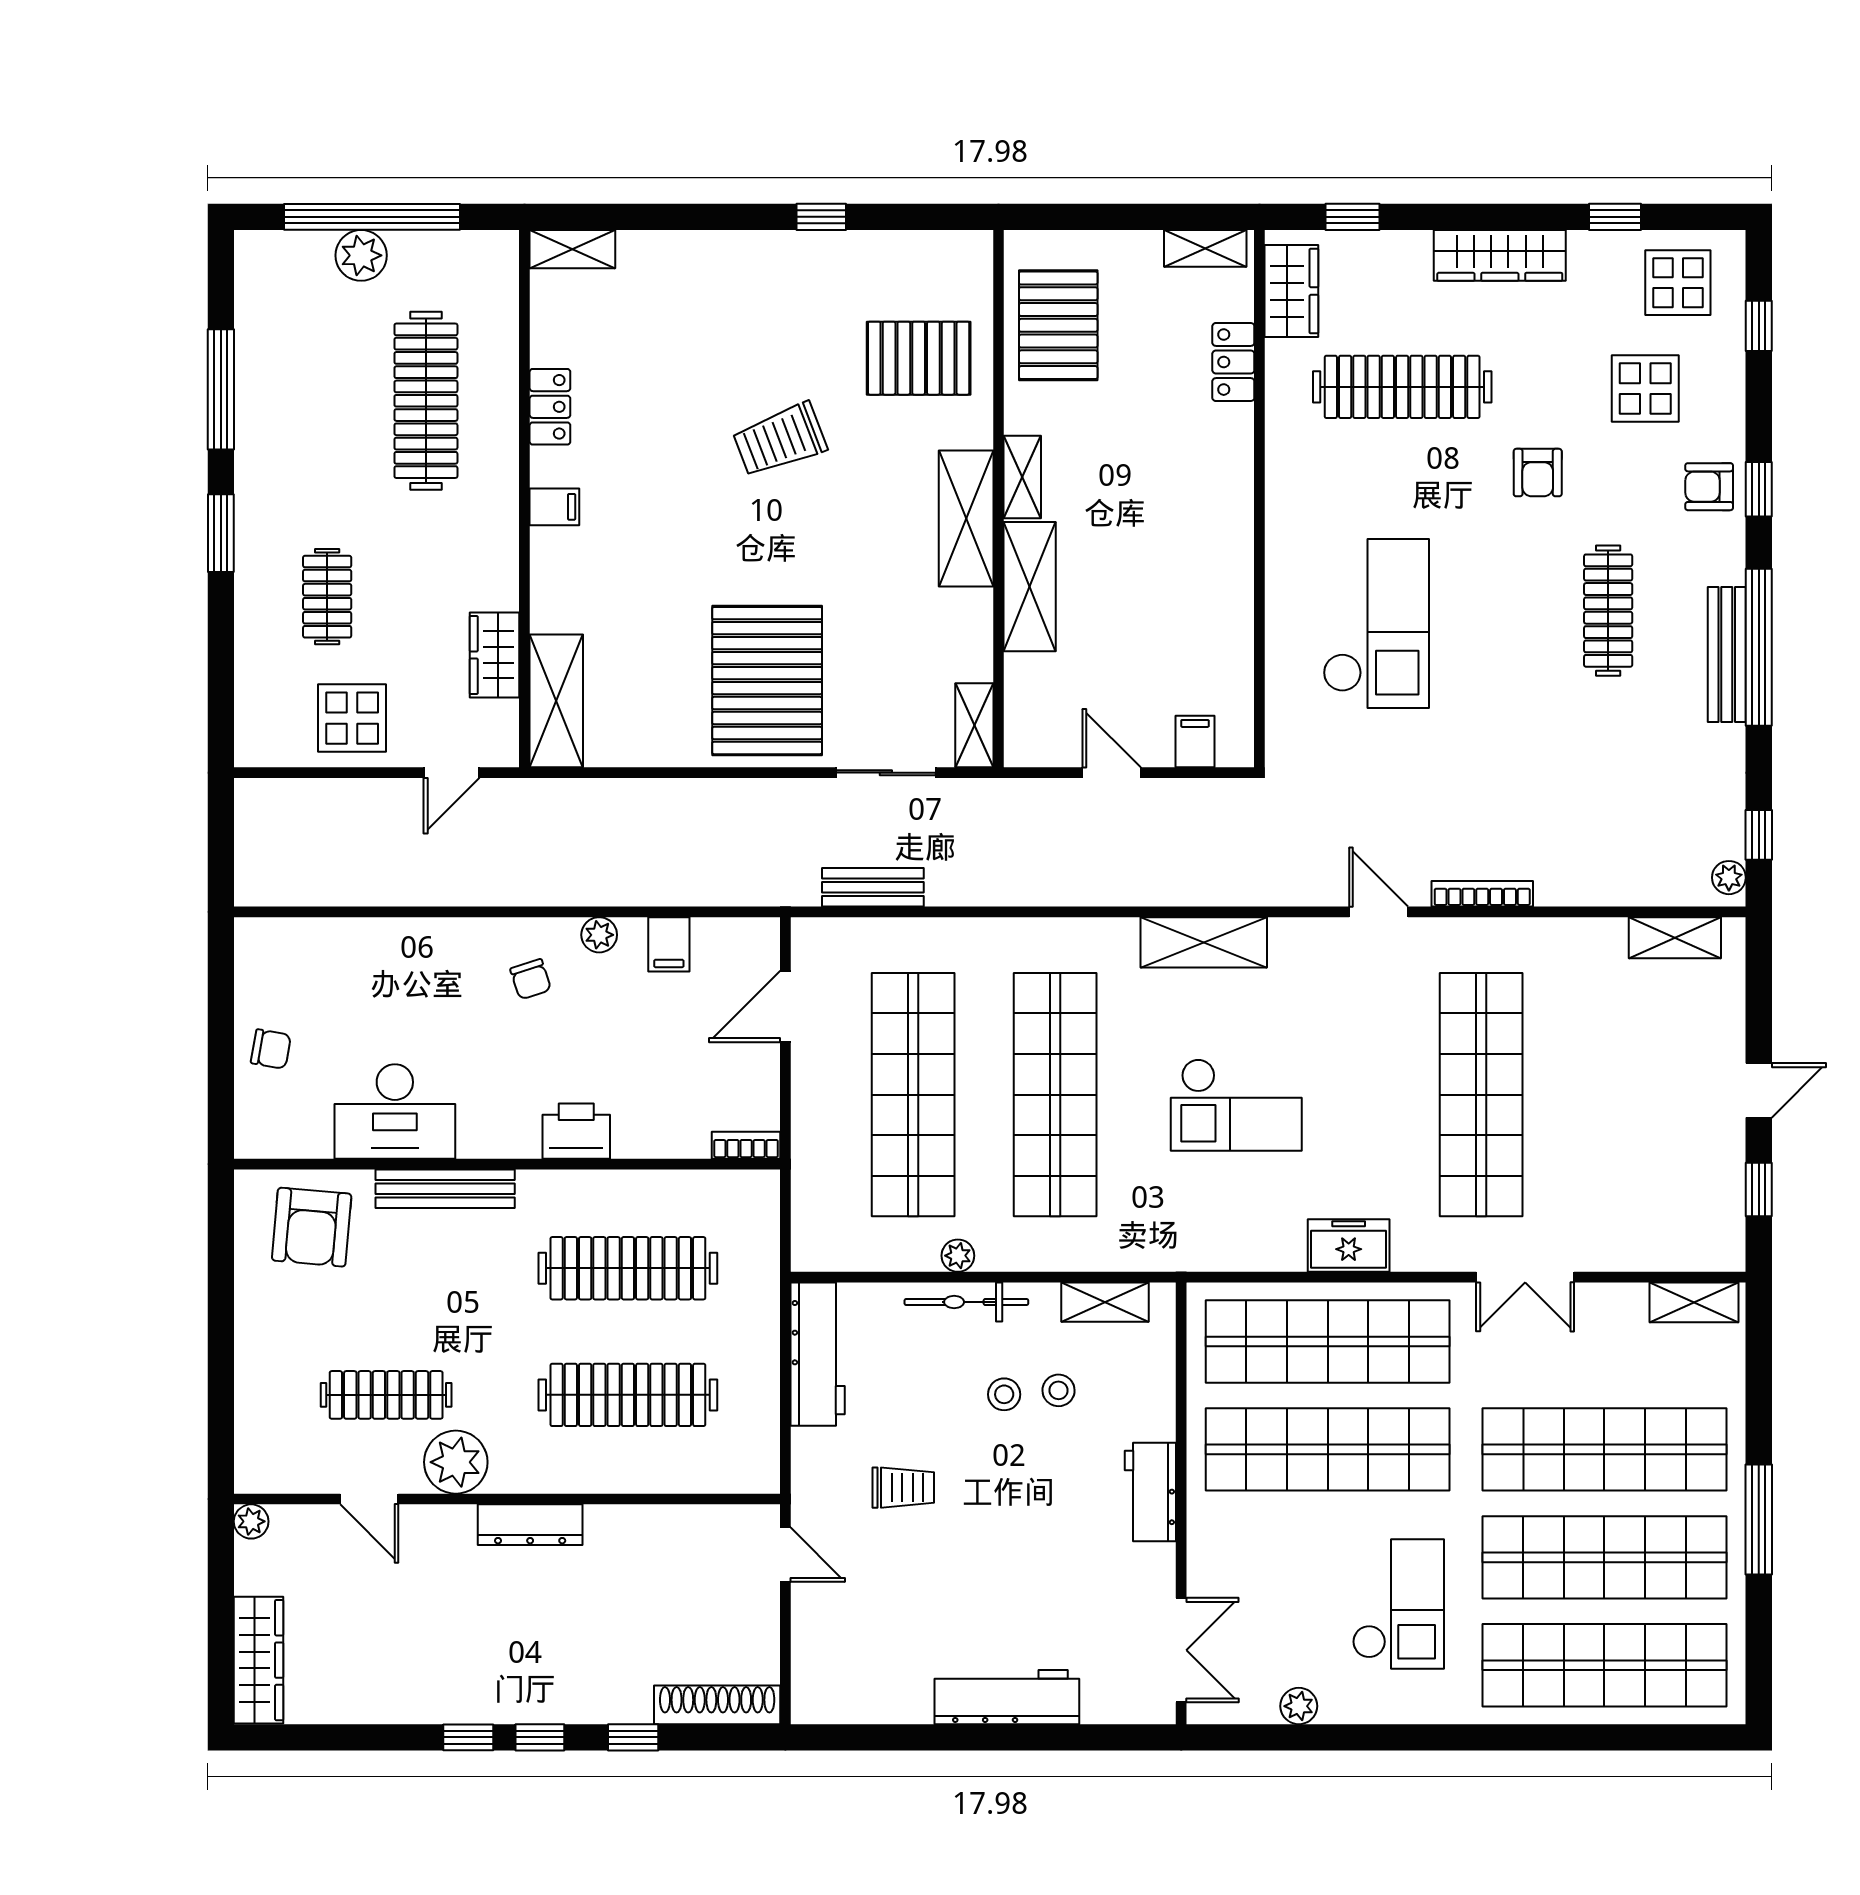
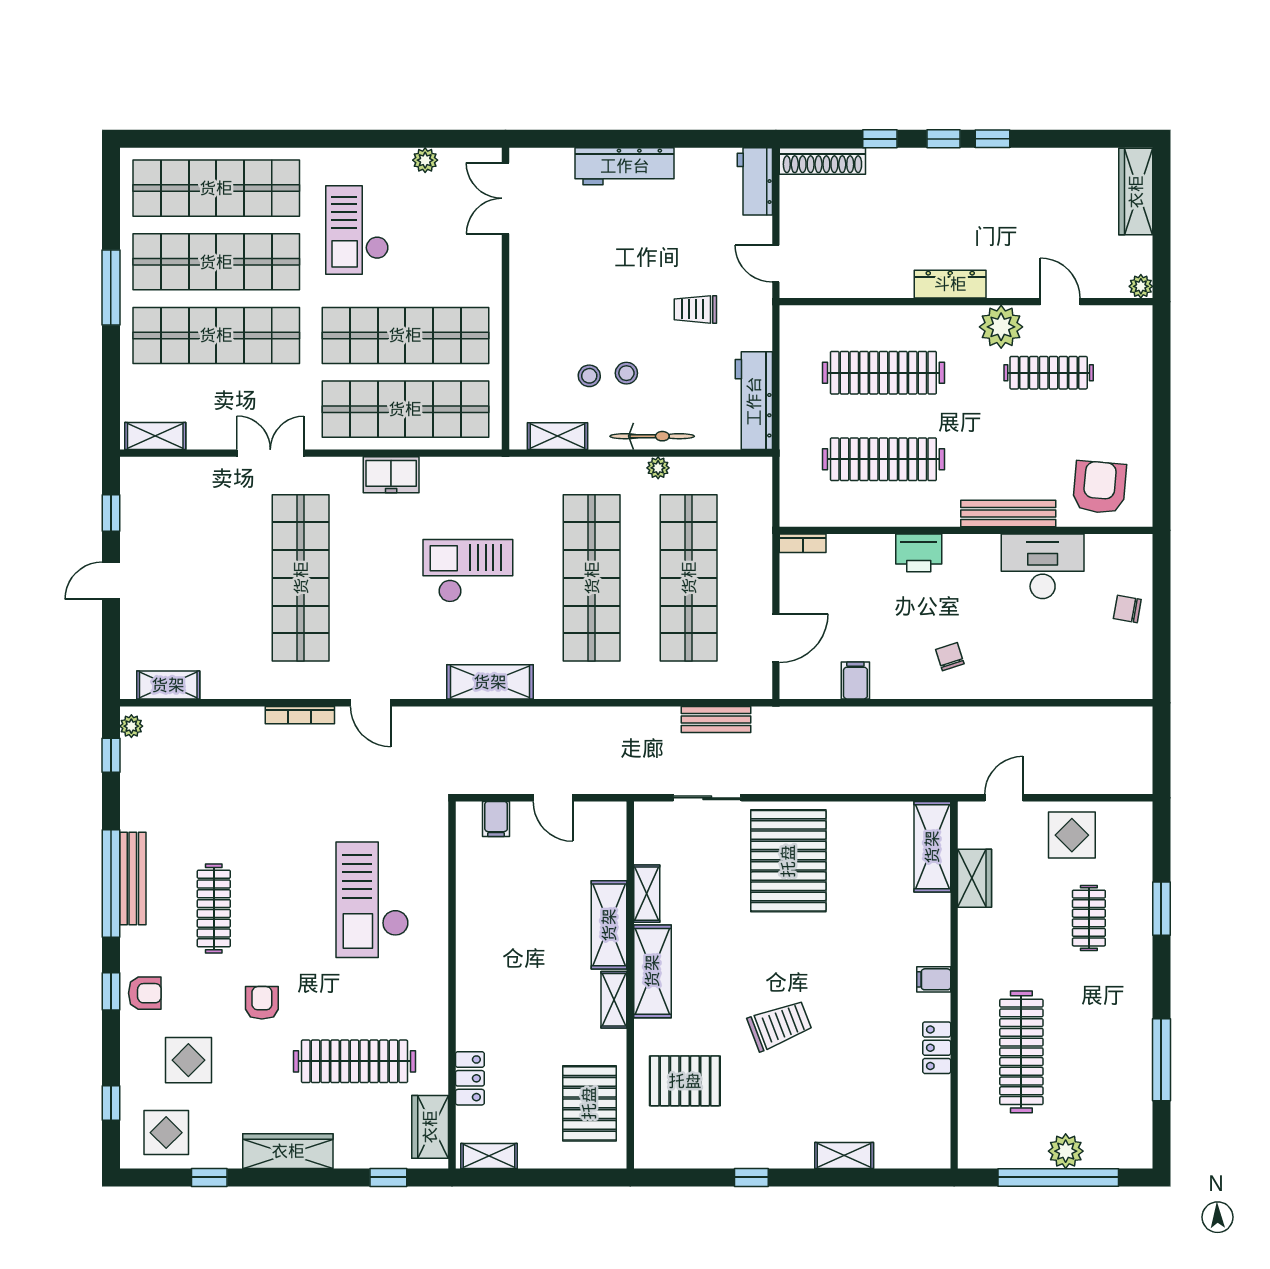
shelving: (572, 249) -> (844, 1155), moved
window: (221, 533) -> (1161, 909), moved
shelving: (974, 725) -> (647, 894), moved
plant: (599, 935) -> (903, 687), removed
workbench: (1150, 1492) -> (755, 181), moved, turned 180

